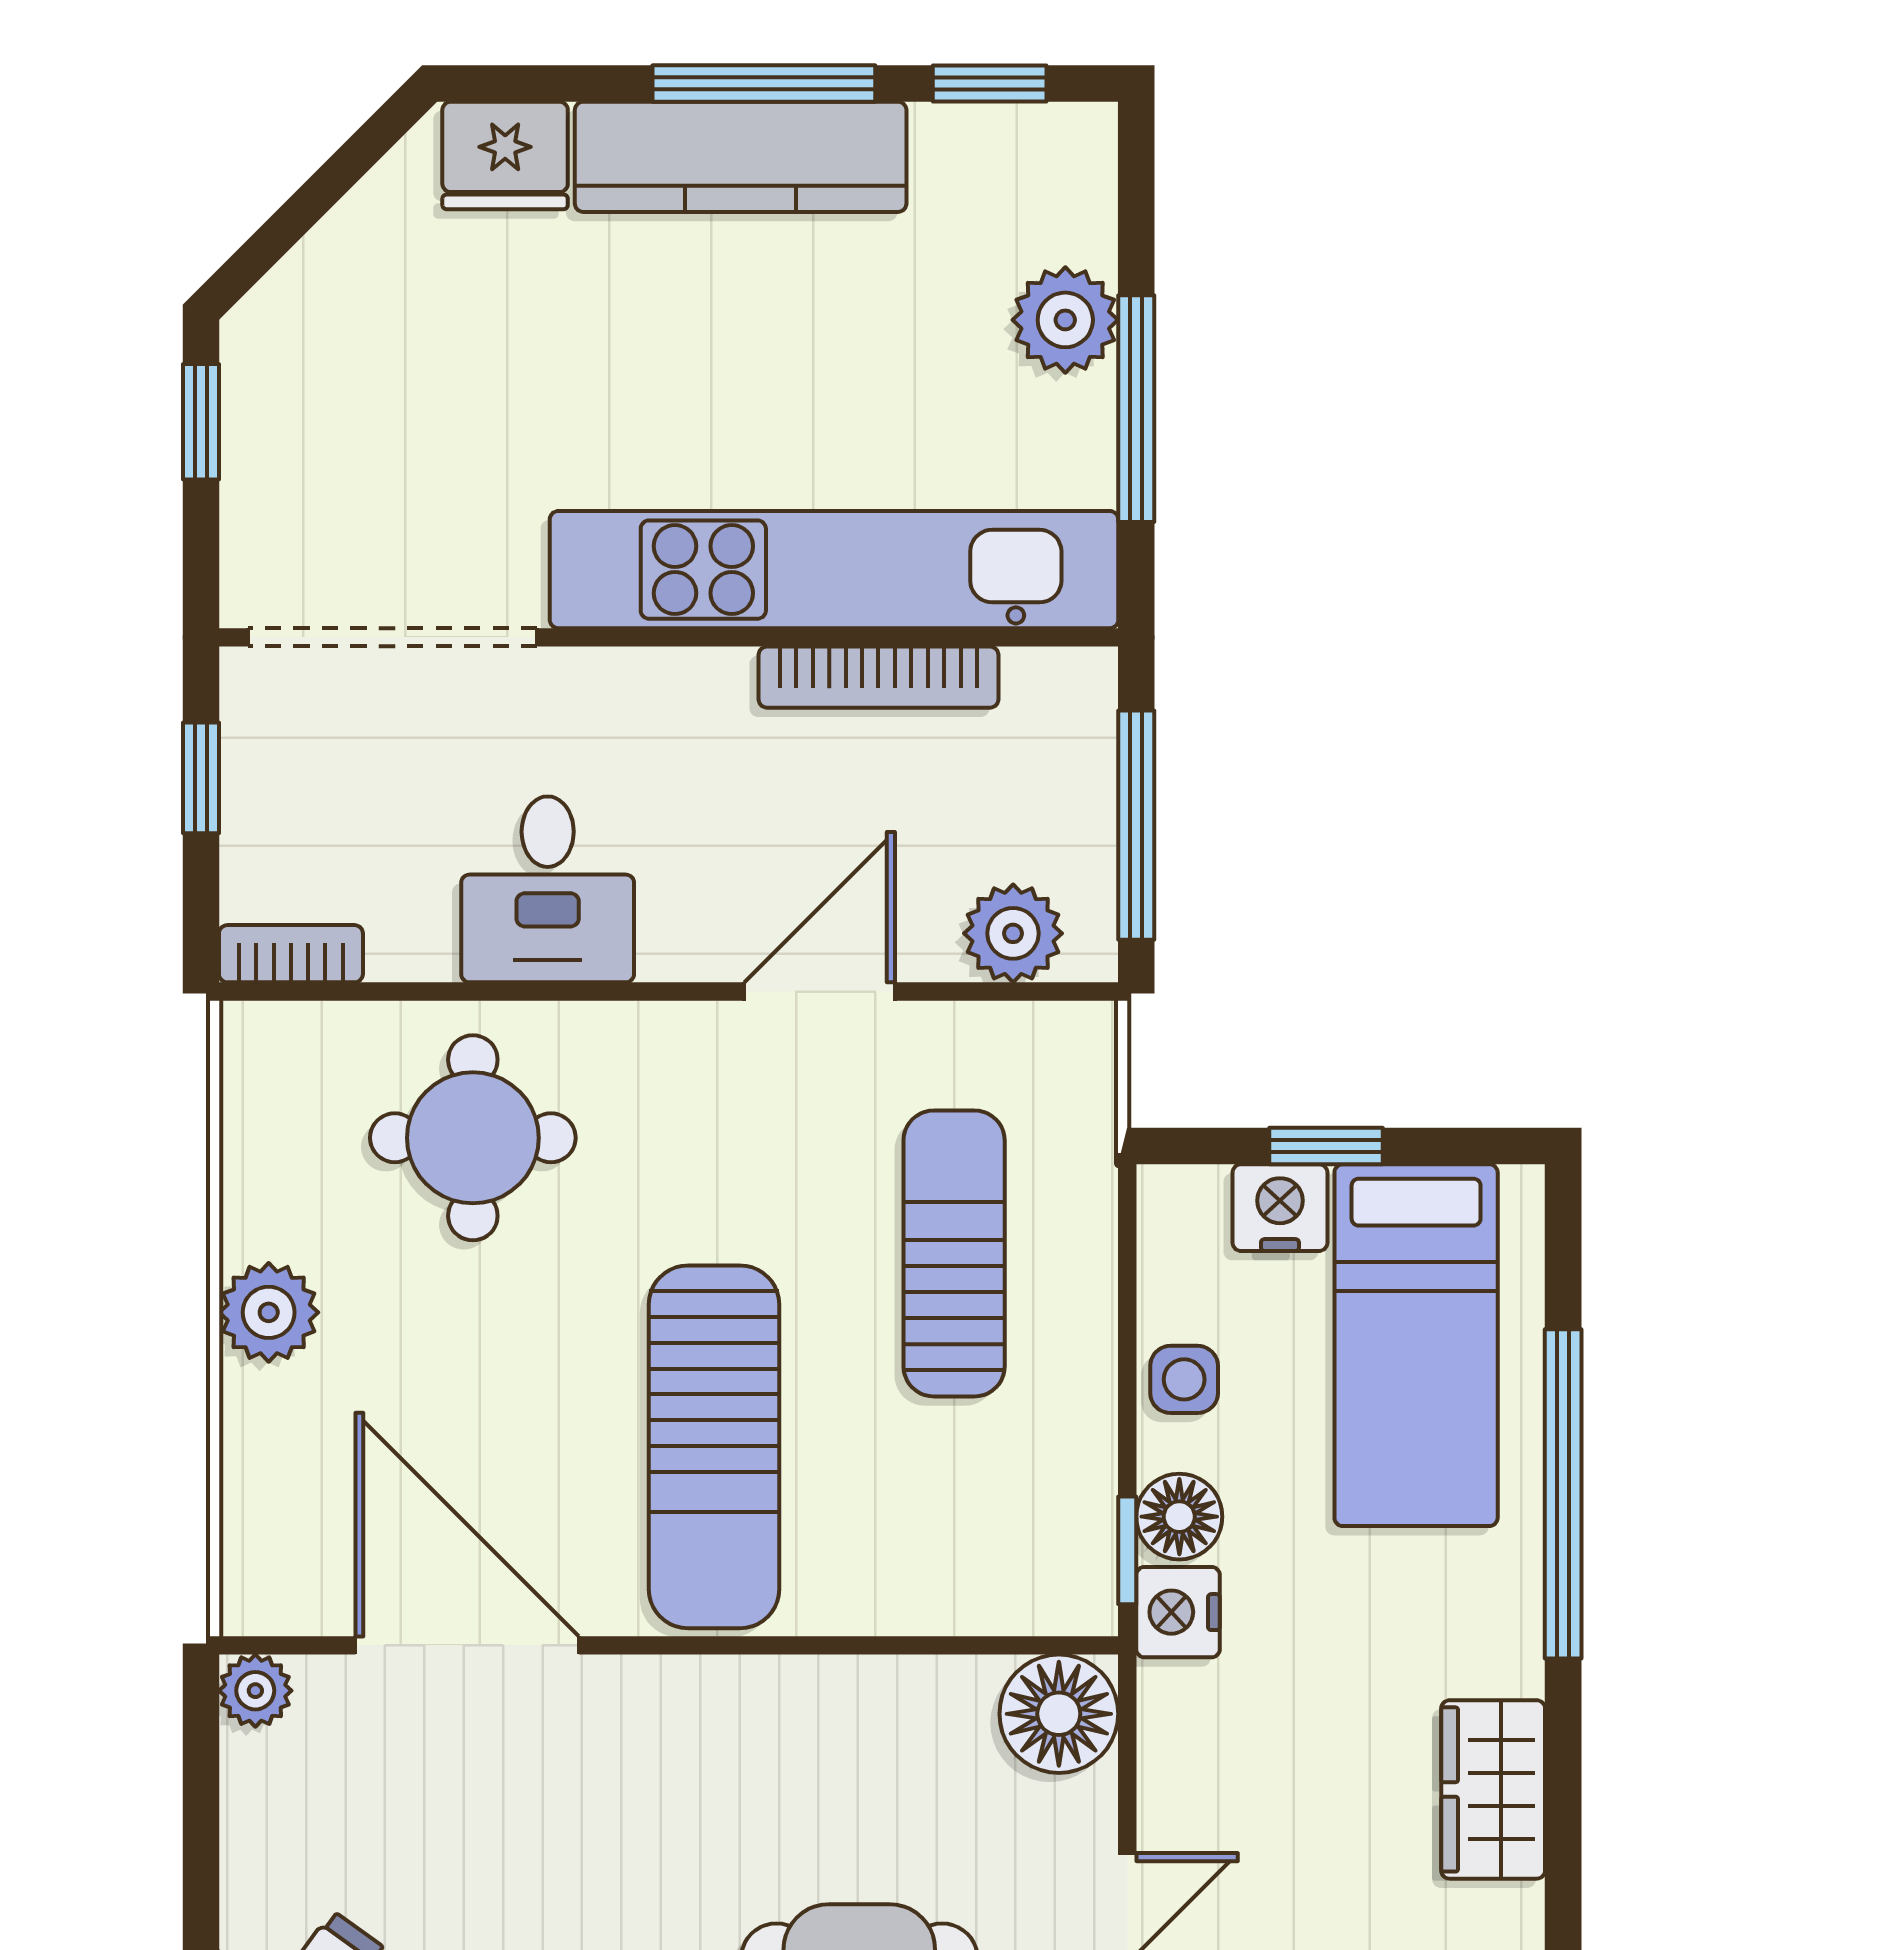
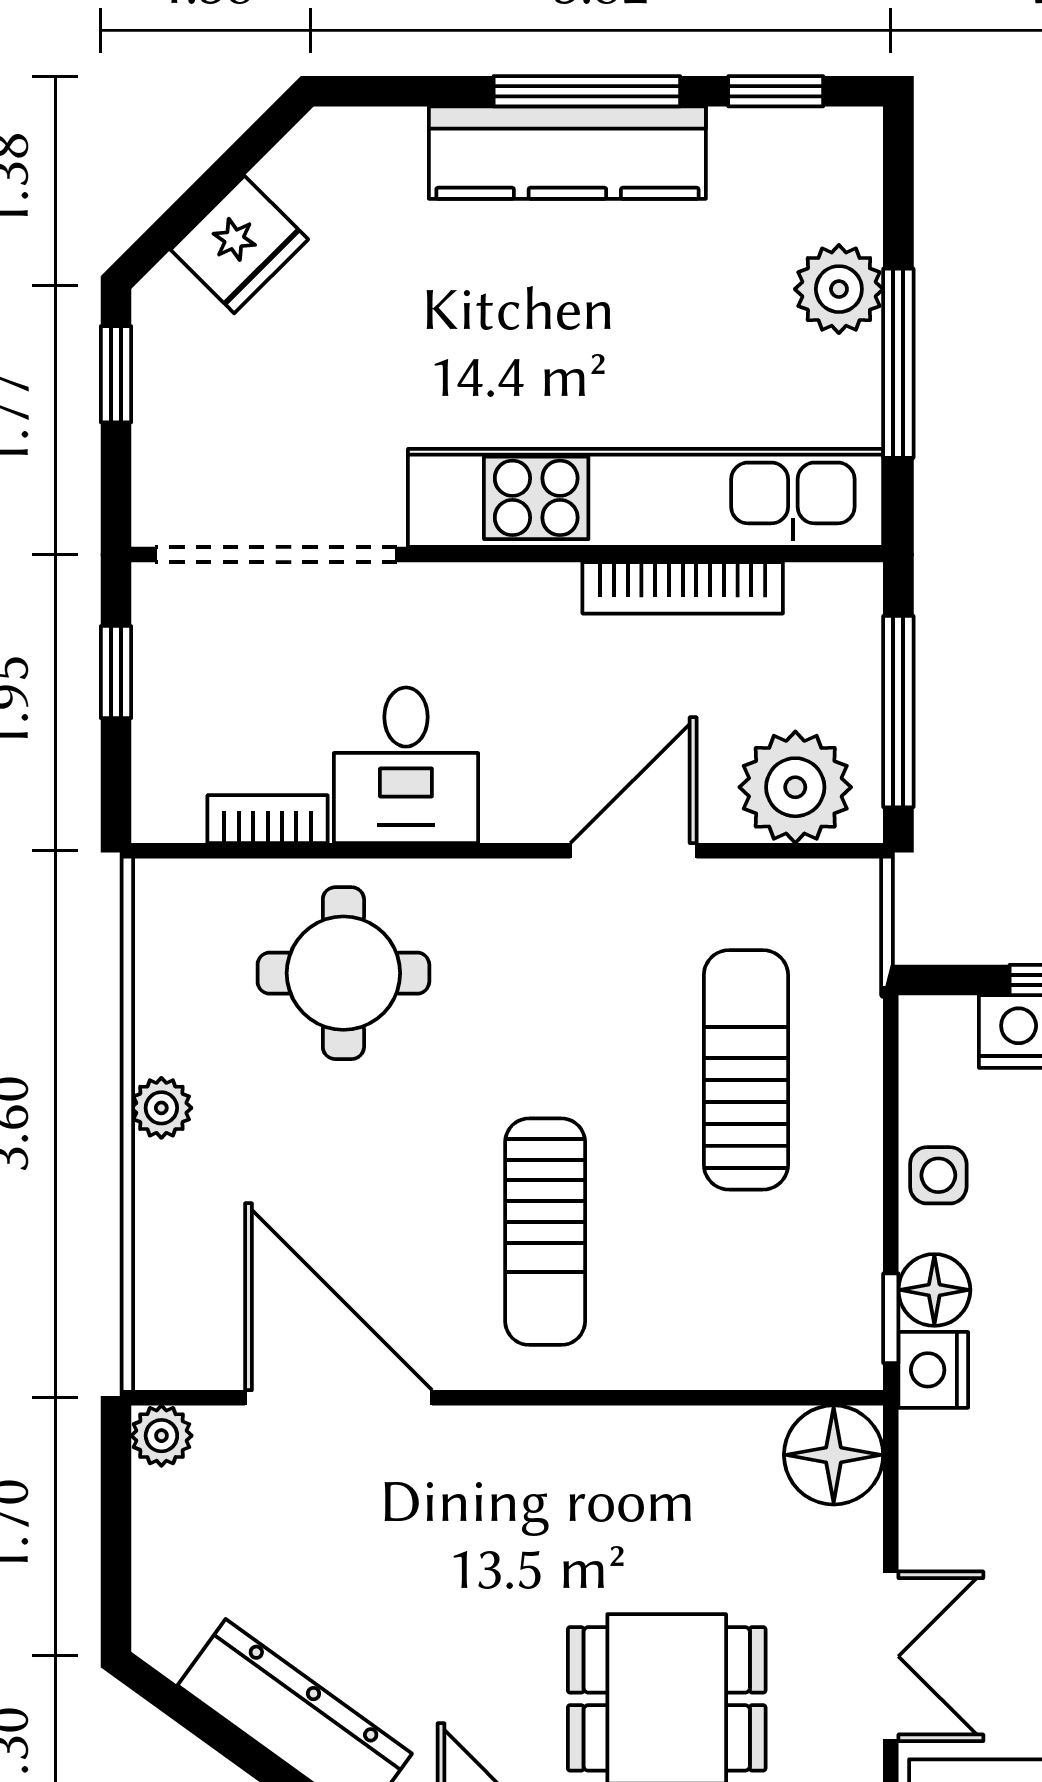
fridge: (505, 156) -> (239, 244), moved, turned -45
plant: (1013, 933) -> (795, 787), width x1.36, depth x1.36
bookcase: (291, 954) -> (268, 819), moved
plant: (269, 1312) -> (161, 1108), width x0.73, depth x0.73
sun lounger: (714, 1447) -> (545, 1232), width x0.73, depth x0.75

